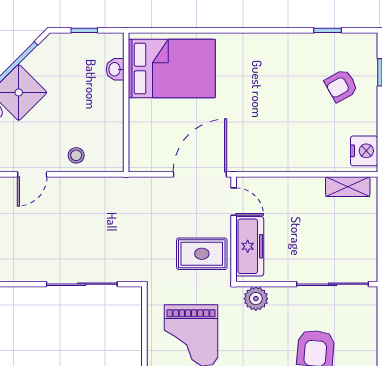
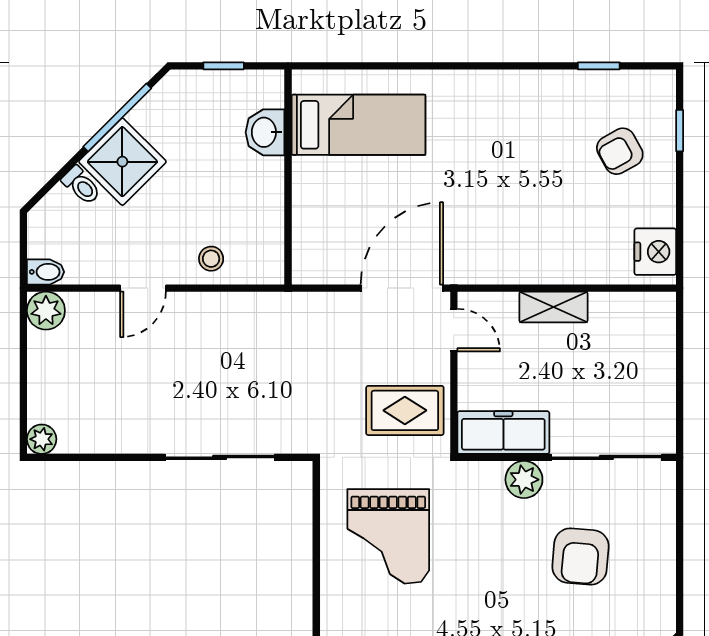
washbasin: (115, 69) -> (265, 132), width x1.38, depth x1.45
bed: (172, 69) -> (358, 125), width x0.67
shelving: (348, 187) -> (553, 307), moved
freezer: (250, 246) -> (503, 433), moved, turned -90
plant: (256, 299) -> (524, 480), moved

